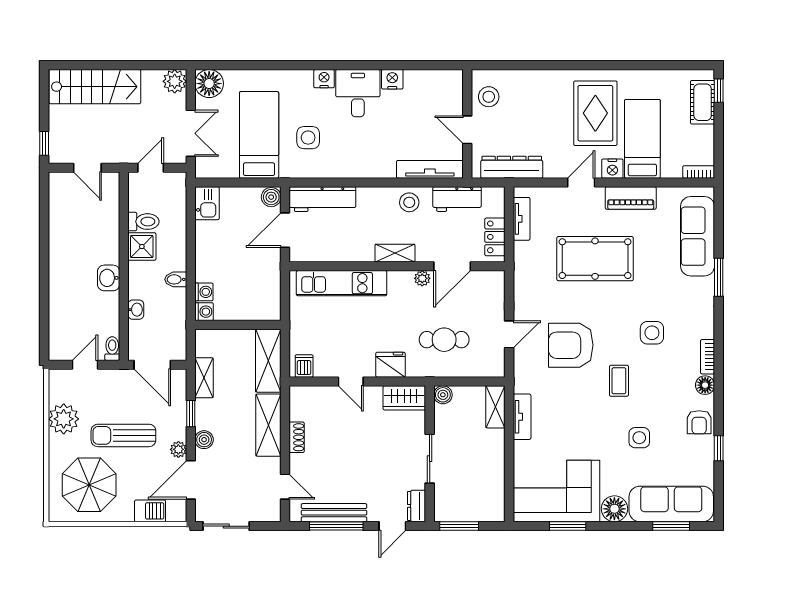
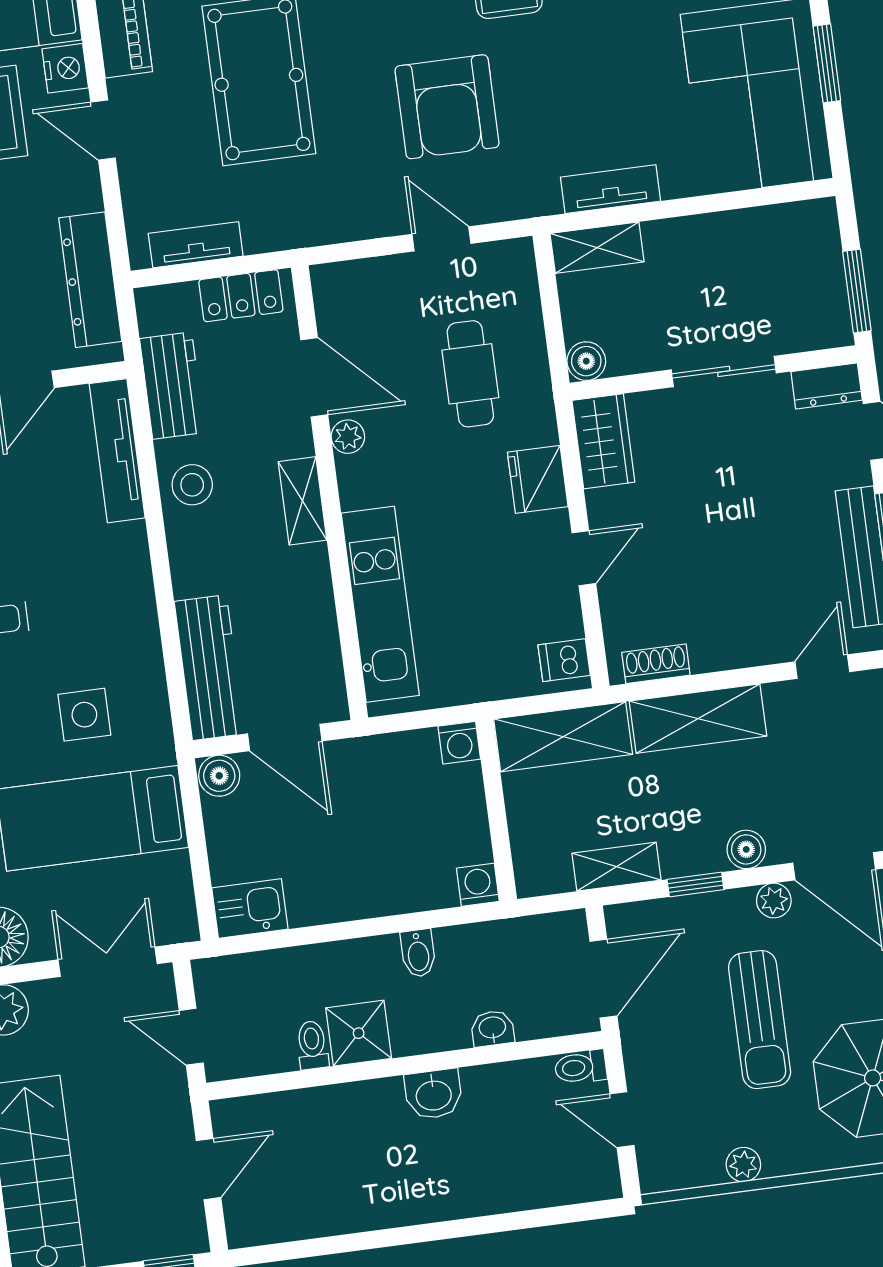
toilet: (143, 222) -> (312, 1045), width x0.73, depth x0.72
washing machine: (204, 292) -> (459, 743), moved, turned 180
plant: (64, 419) -> (743, 1165), width x0.53, depth x0.53
shoe rack: (297, 437) -> (656, 664), moved

